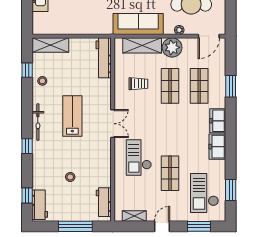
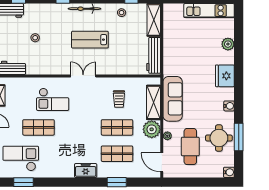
workbench: (104, 58) -> (154, 55), moved, turned -90
lab bench: (72, 116) -> (90, 40), turned 180
double door: (113, 124) -> (83, 76), swing flipped
freezer: (217, 147) -> (62, 170), removed
checkout: (139, 158) -> (53, 99), turned 180

